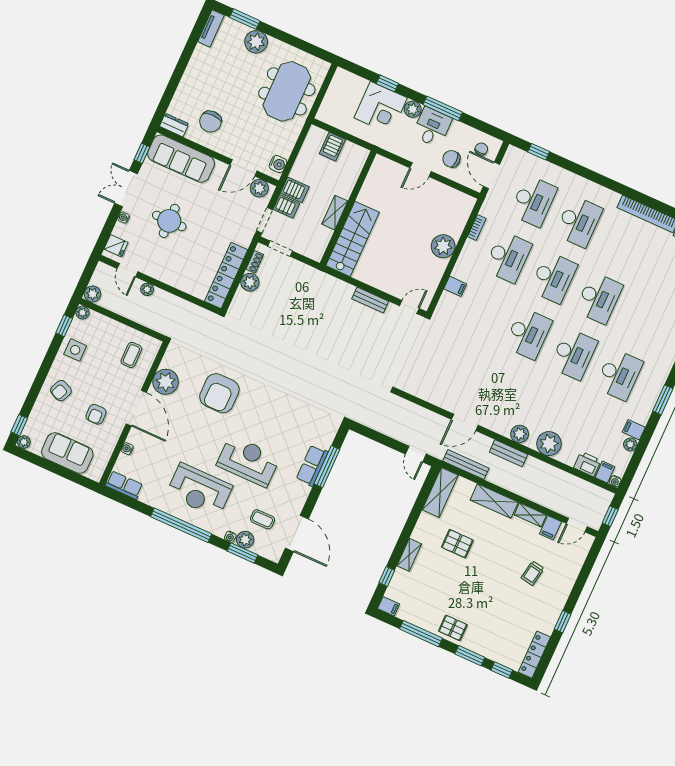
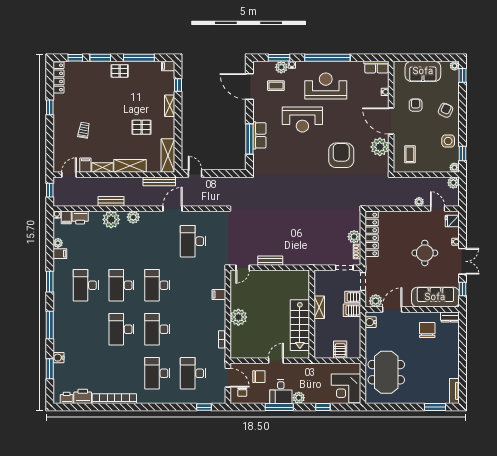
plant: (256, 42) -> (421, 396), removed
corner desk: (381, 108) -> (346, 388), moved, turned -90
stairs: (352, 239) -> (300, 325), moved
desk: (508, 257) -> (193, 241), moved
bench: (509, 453) -> (111, 201), moved

